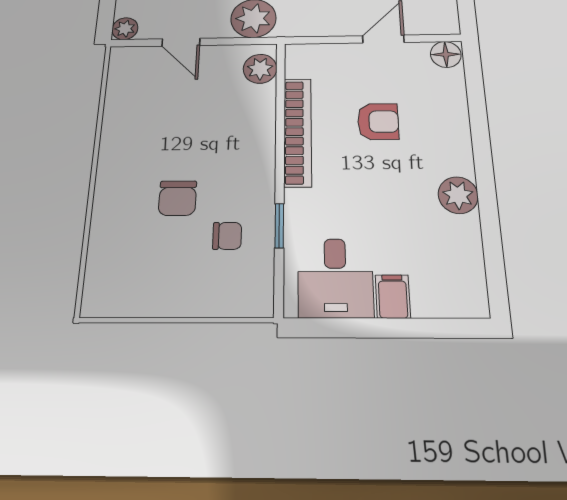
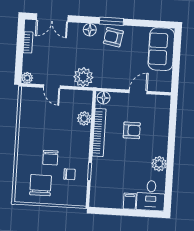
floor lamp: (446, 54) -> (104, 98), moved
plant: (260, 69) -> (84, 118), moved
chair: (151, 269) -> (41, 185), added
desk: (335, 278) -> (151, 196), moved

